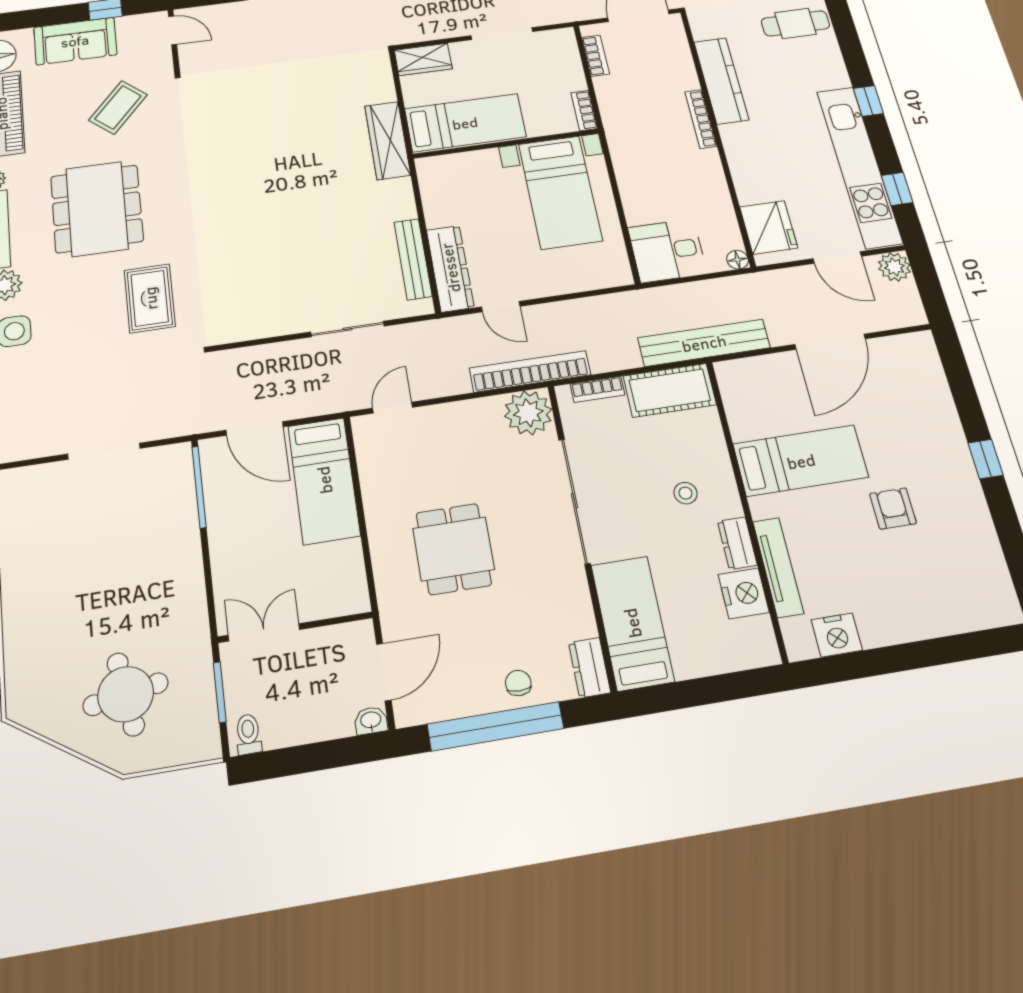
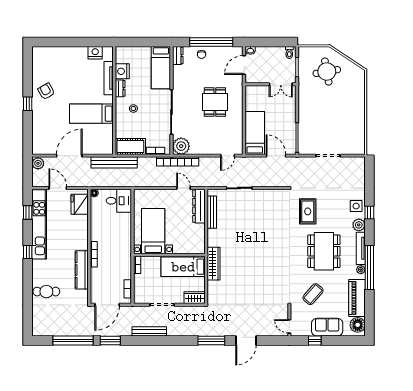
plant: (894, 267) -> (38, 163), moved
armchair: (893, 508) -> (46, 91), moved, turned 150

